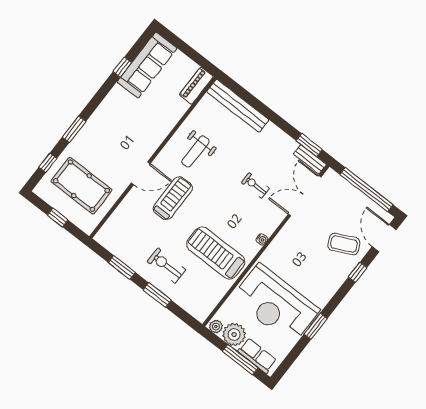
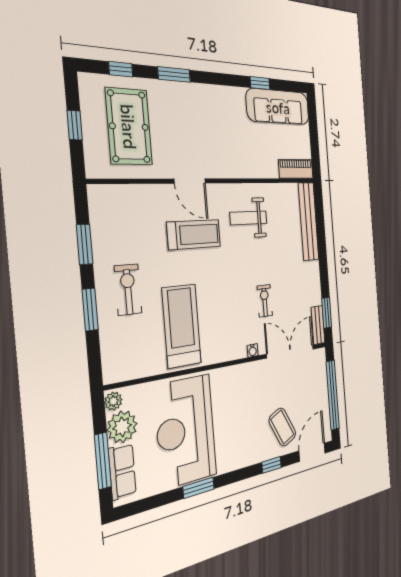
water cooler: (262, 239) -> (253, 350), moved

